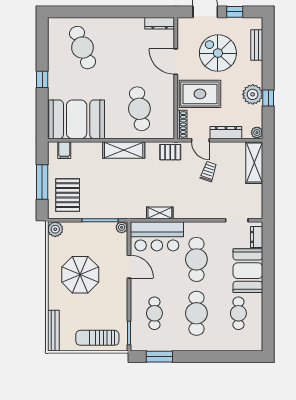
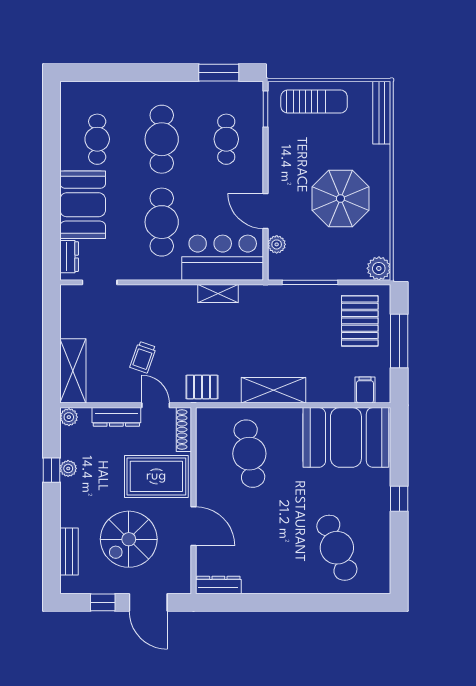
spiral stairs: (218, 53) -> (129, 539), turned 90
plant: (253, 94) -> (68, 468), width x0.53, depth x0.53
plant: (122, 227) -> (277, 244), moved

